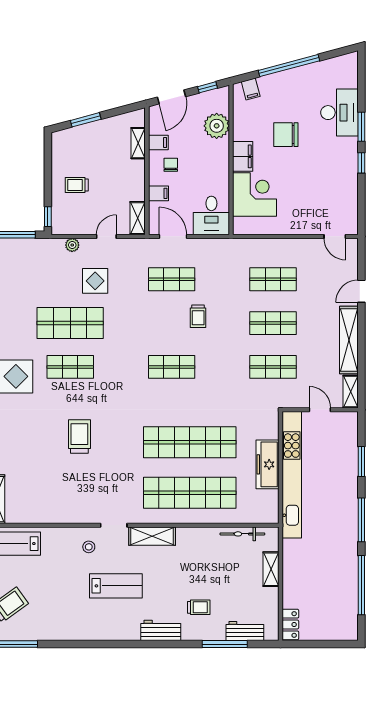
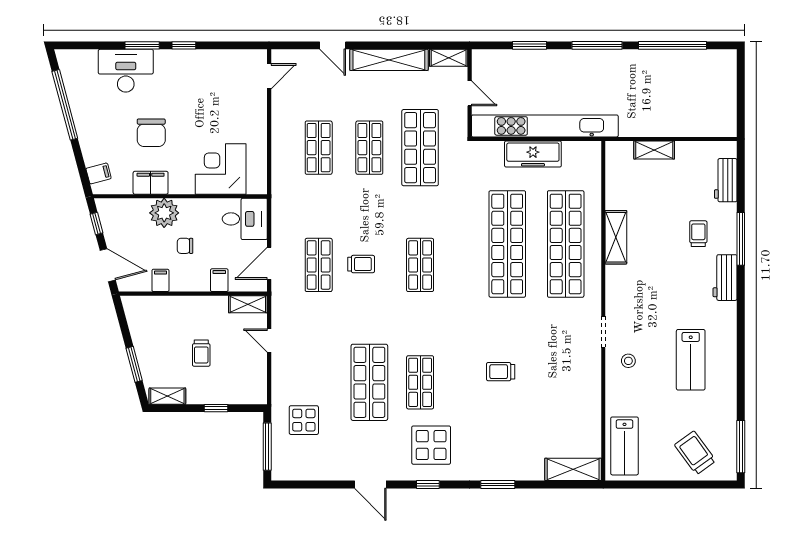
window: (289, 66) -> (65, 105), moved
plant: (217, 126) -> (164, 213), moved
shelving: (138, 143) -> (167, 396), moved
filing cabinet: (243, 156) -> (151, 183), moved
chair: (171, 165) -> (185, 246), moved
trolley: (77, 185) -> (201, 353), moved
window: (48, 217) -> (216, 408), moved
plant: (72, 245) -> (279, 380), removed
display table: (95, 281) -> (304, 420), moved
trolley: (198, 316) -> (361, 264), moved
shop shelf: (273, 367) -> (420, 148), width x1.43, depth x1.36
door: (320, 410) -> (470, 93), swing flipped
trolley: (79, 436) -> (501, 372), width x0.73, depth x0.72
bicycle: (242, 534) -> (613, 183), removed
shelving: (152, 536) -> (616, 237), moved
lab bench: (116, 586) -> (691, 360), moved, turned 180
locker: (290, 624) -> (718, 128), removed
window: (225, 644) -> (741, 239), moved

